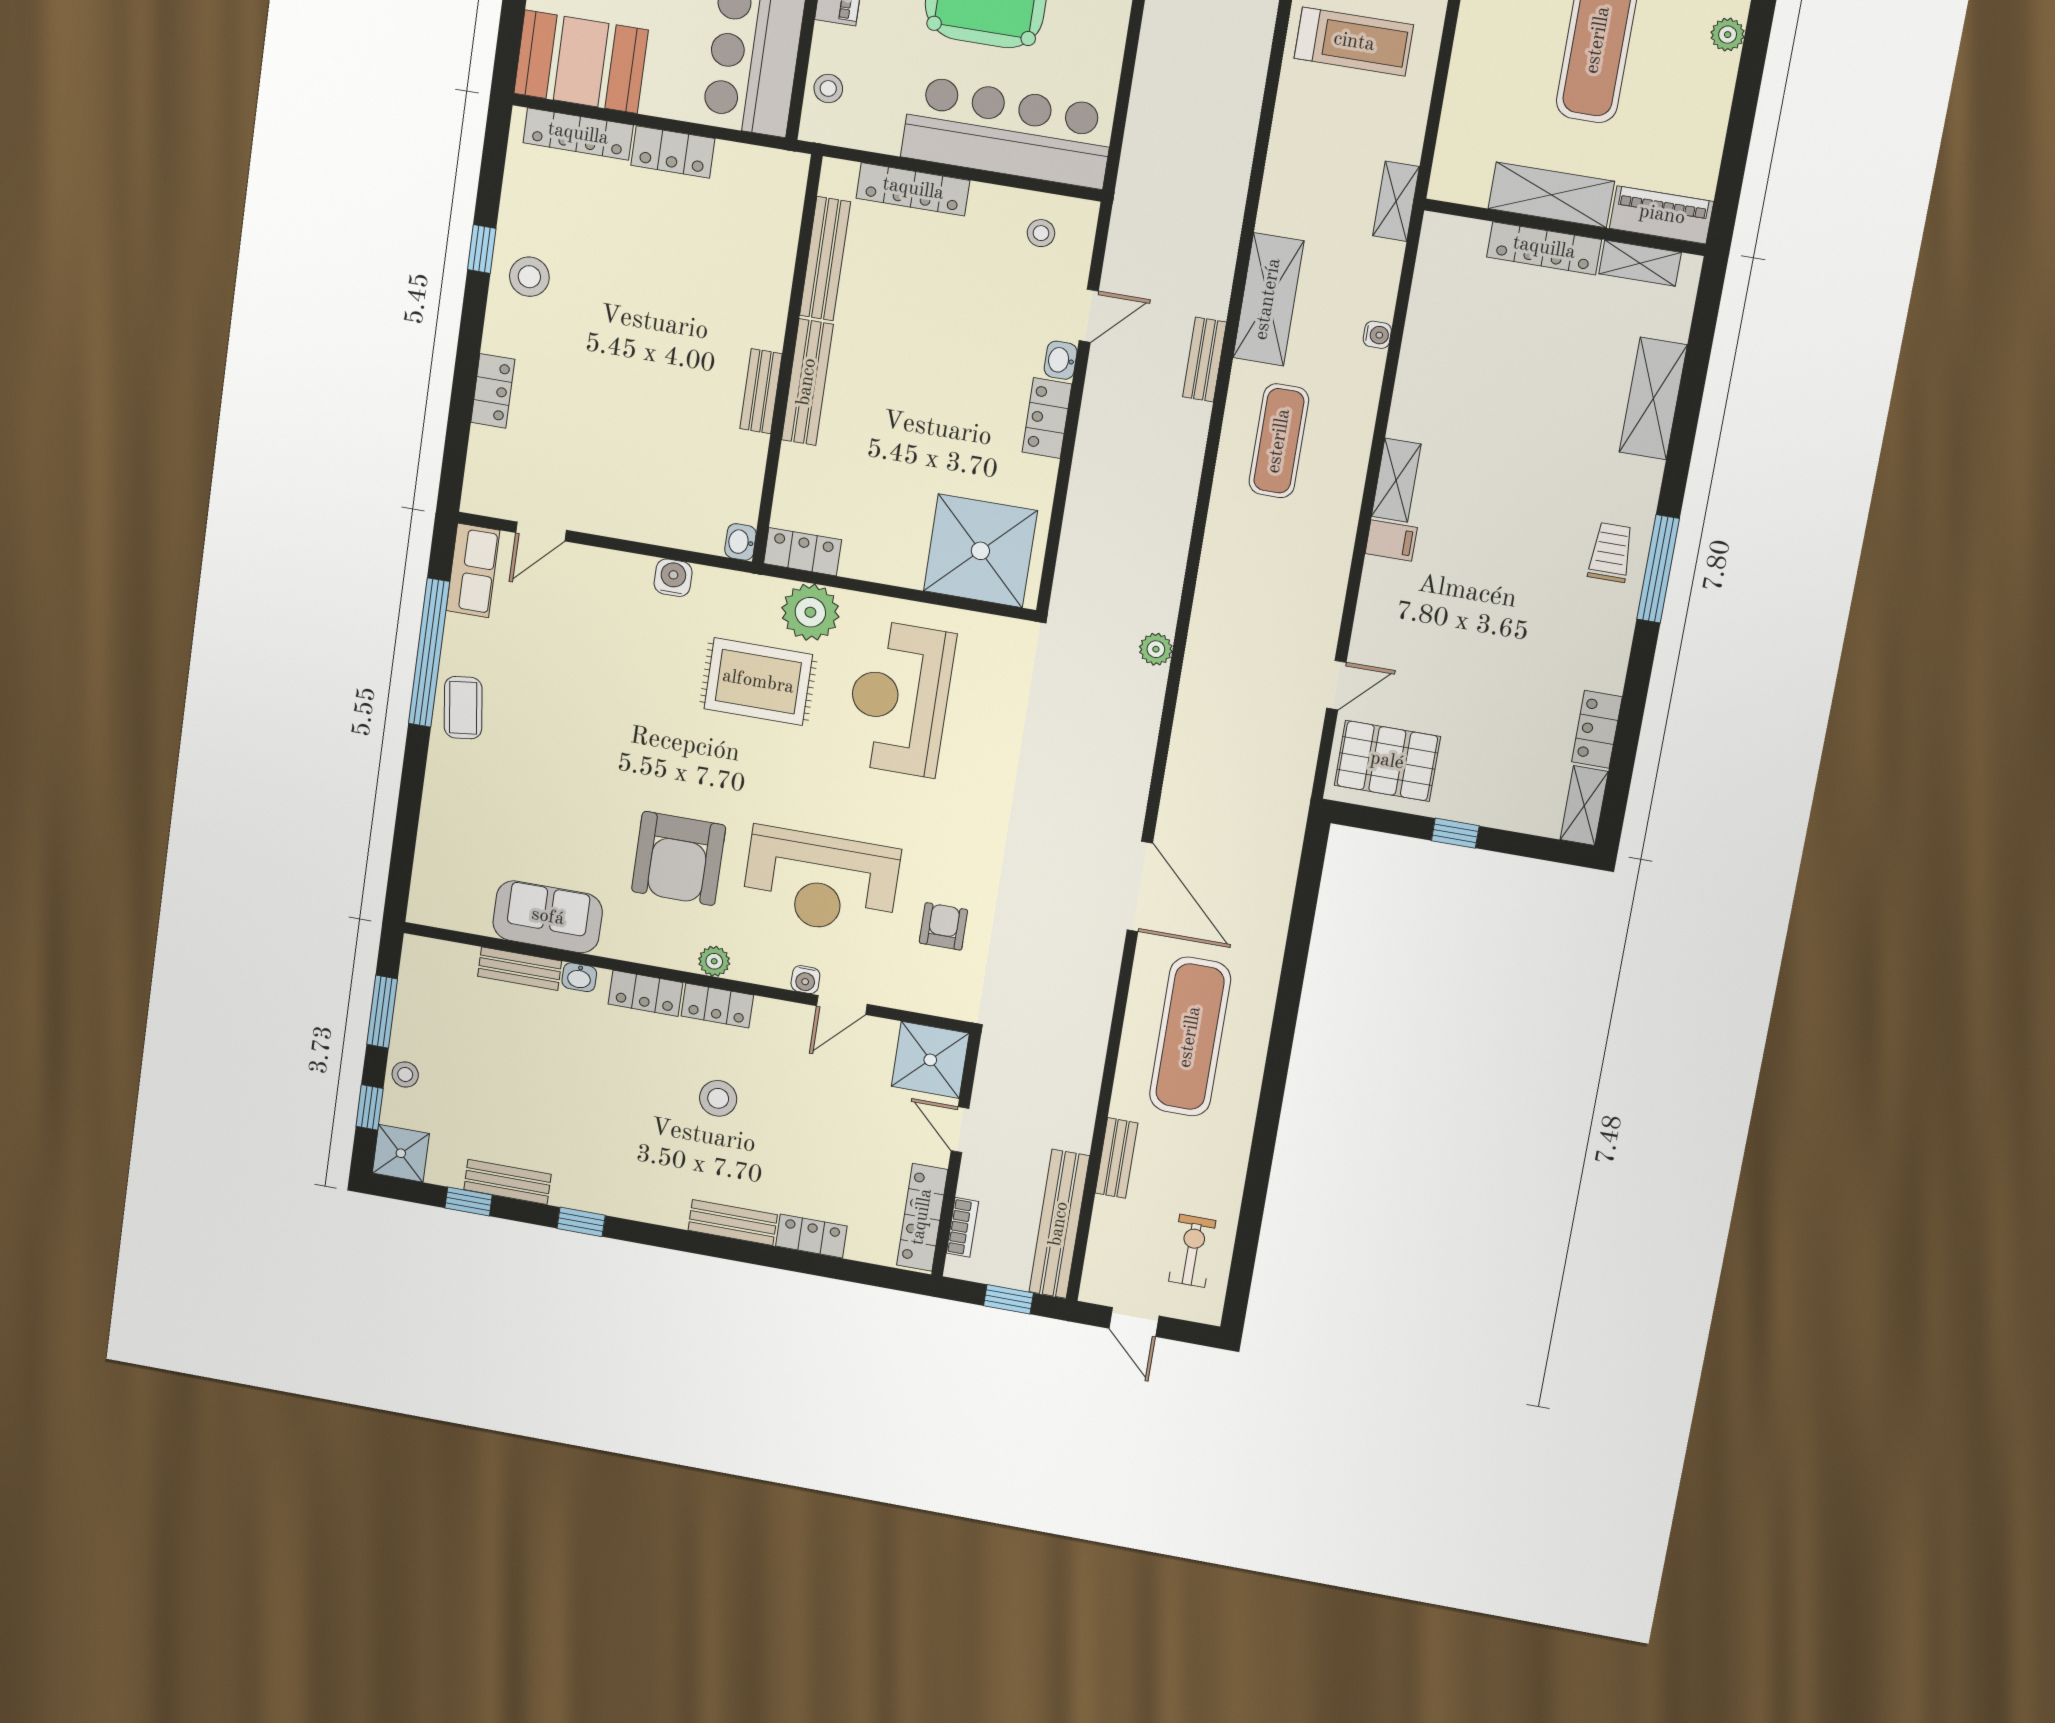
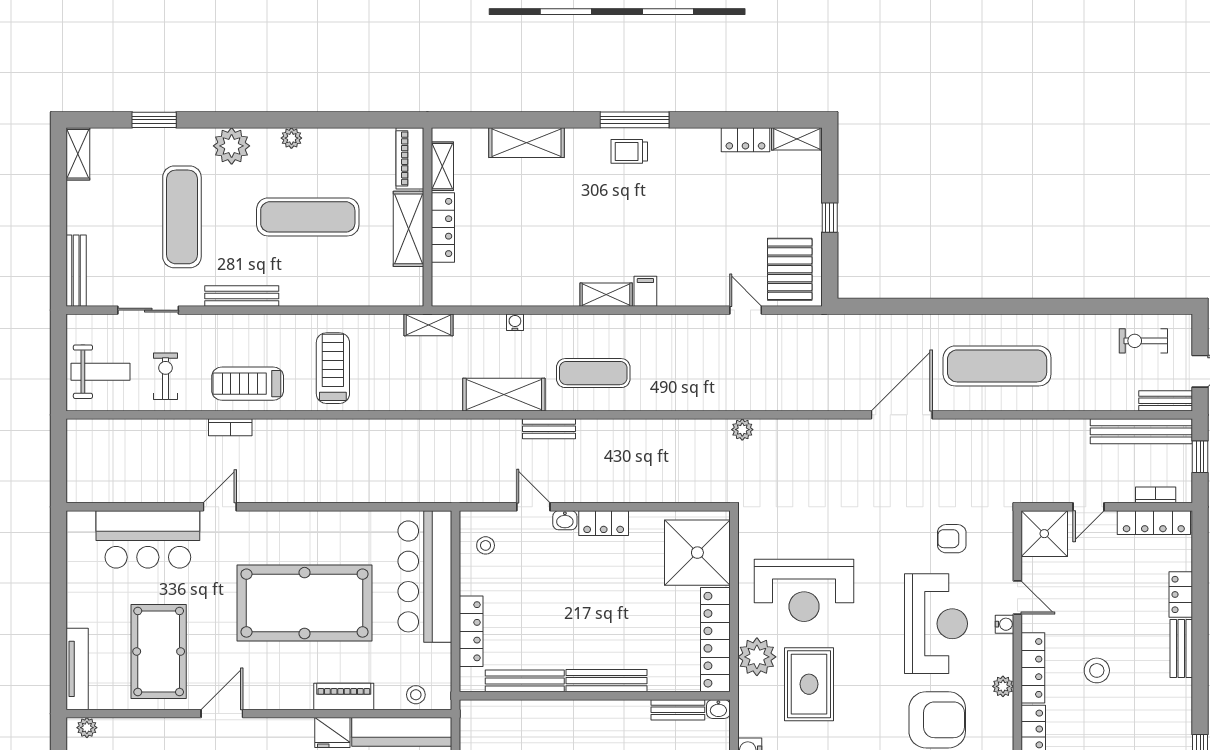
bench: (761, 391) -> (678, 710), moved
locker: (803, 552) -> (715, 640), width x2.16, depth x1.21
locker: (717, 1005) -> (1033, 668), width x1.53
bench: (1116, 1158) -> (1166, 401), moved

